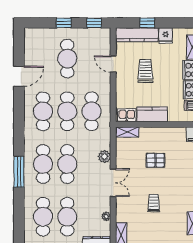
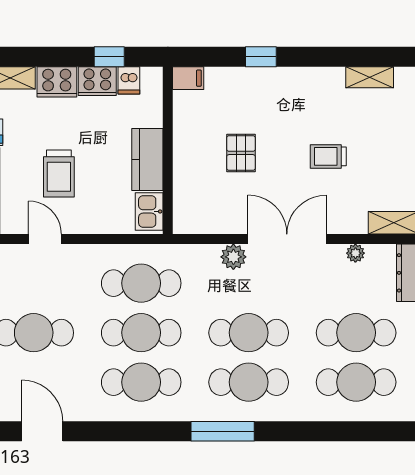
door: (113, 64) -> (45, 239), swing flipped
trolley: (145, 71) -> (59, 174), turned -90
door: (19, 76) -> (42, 431), moved
shelving: (127, 132) -> (183, 210), removed
window: (19, 172) -> (223, 431), moved
double door: (113, 183) -> (287, 239), width x1.37

